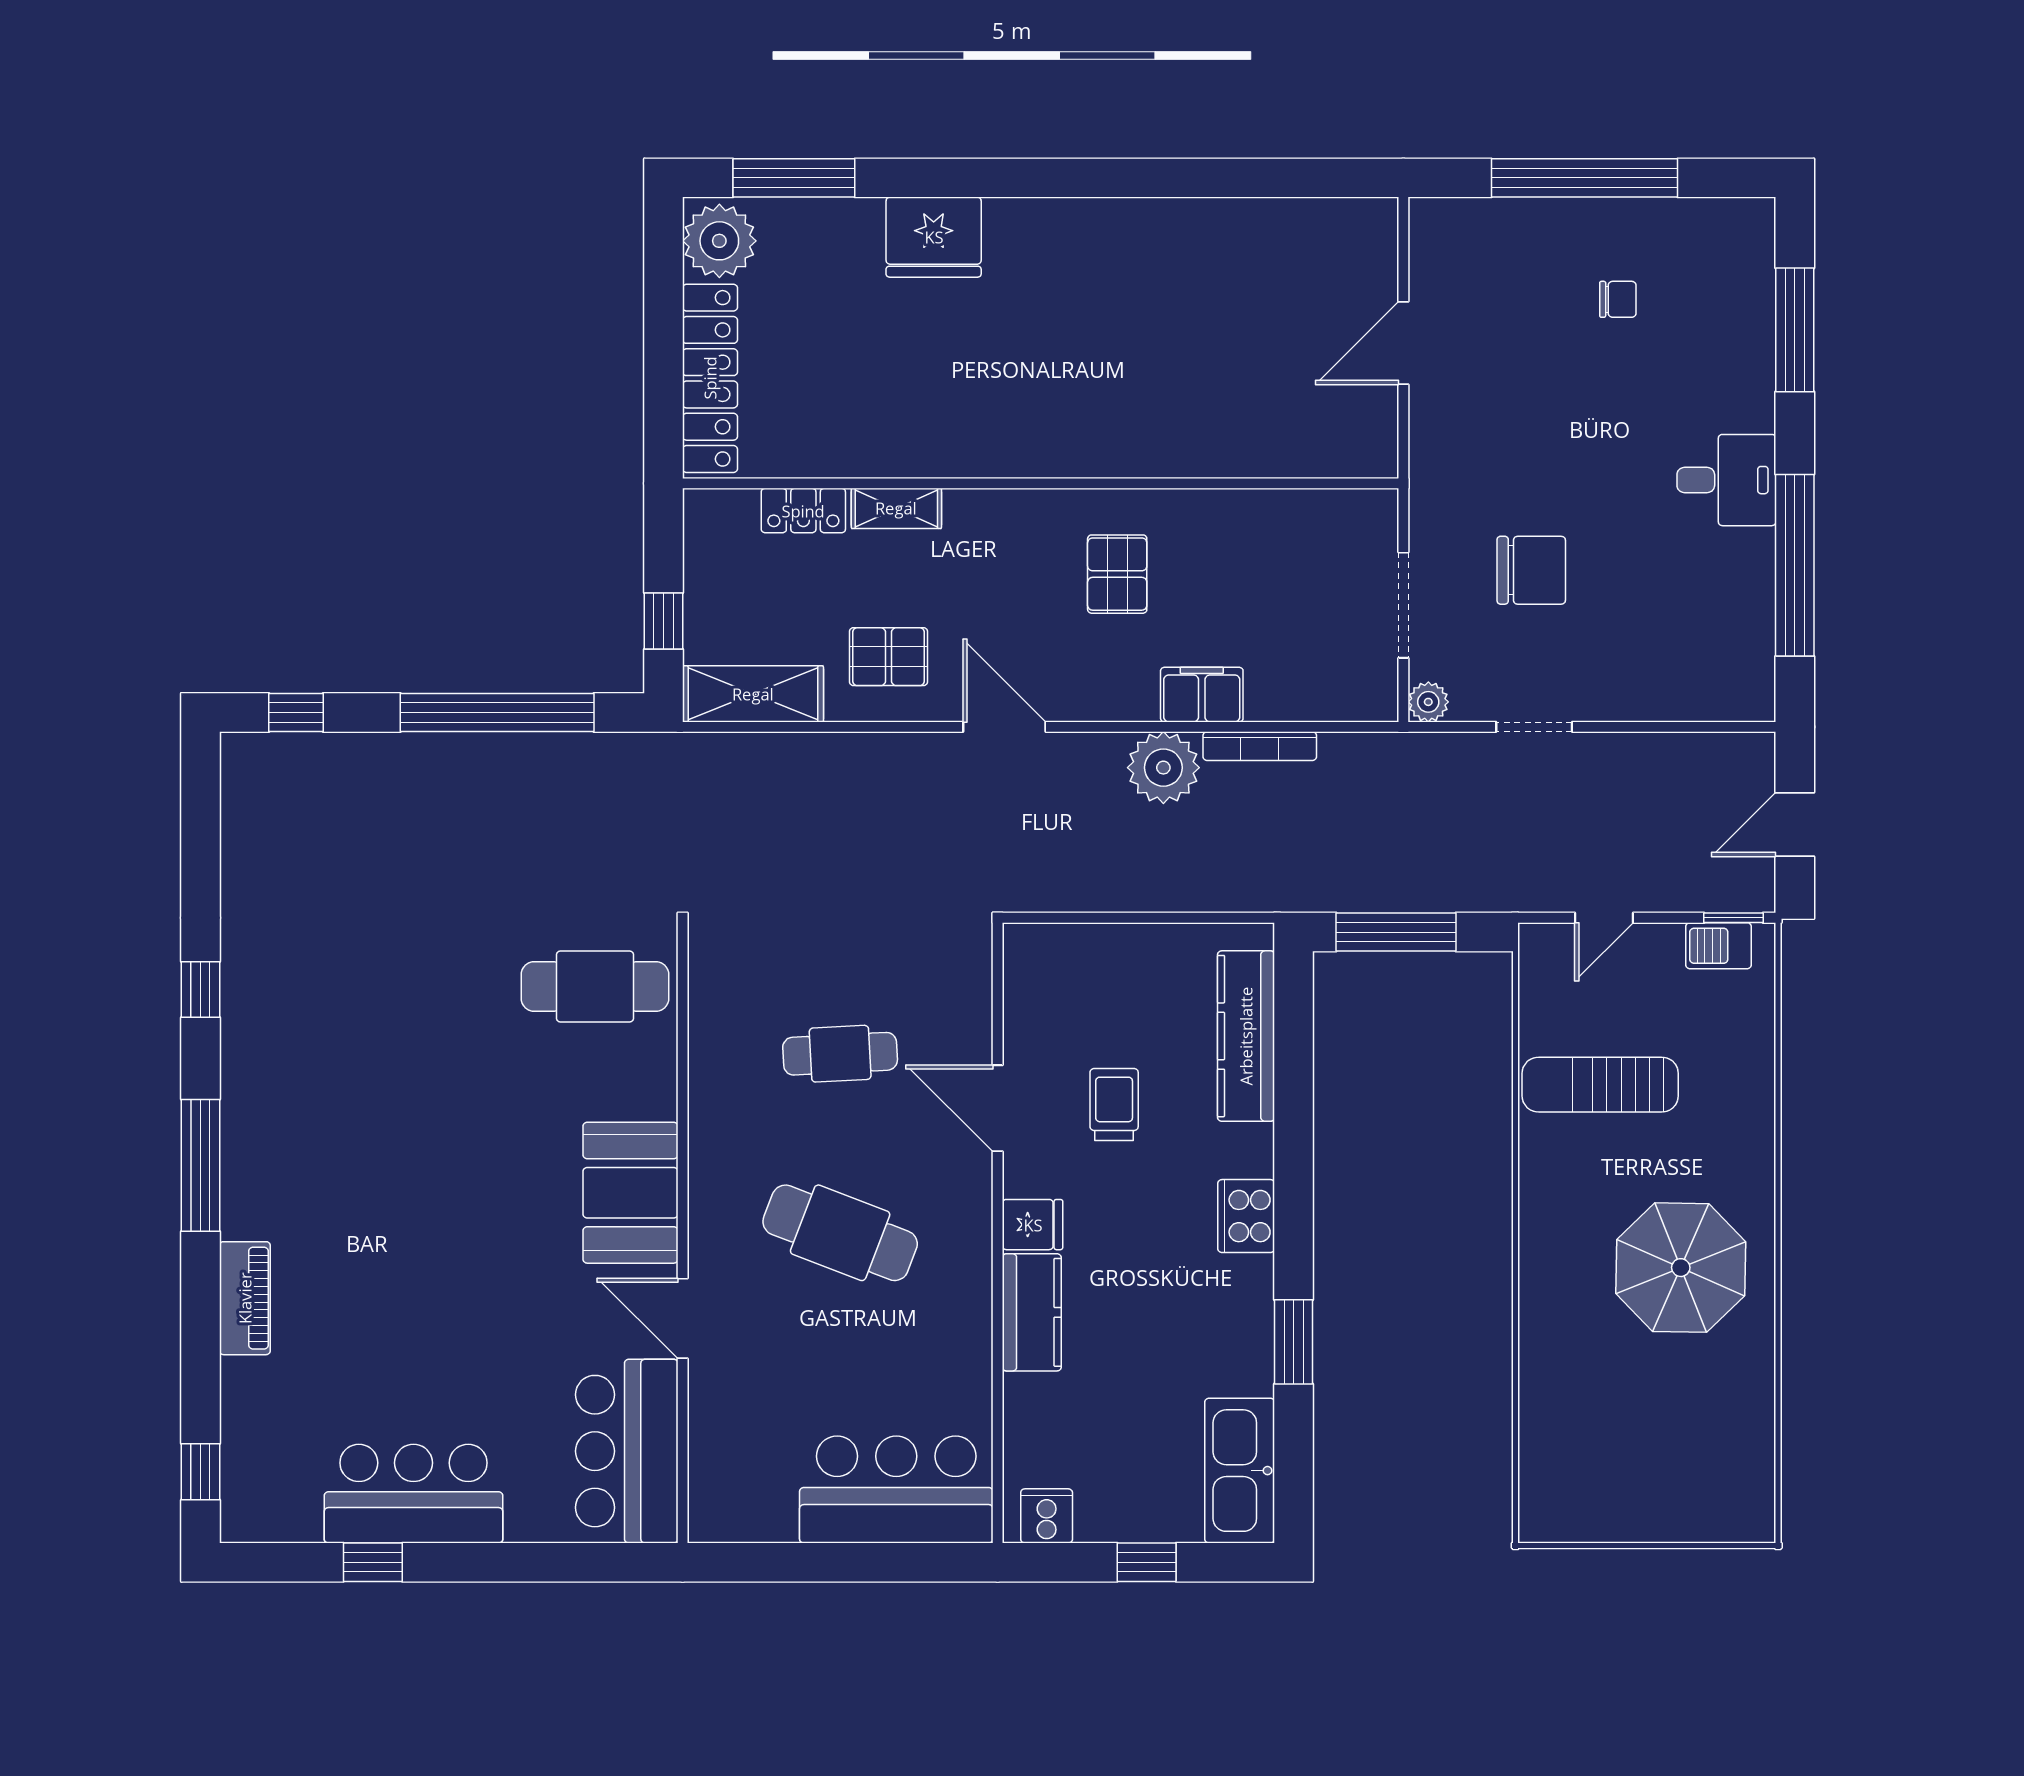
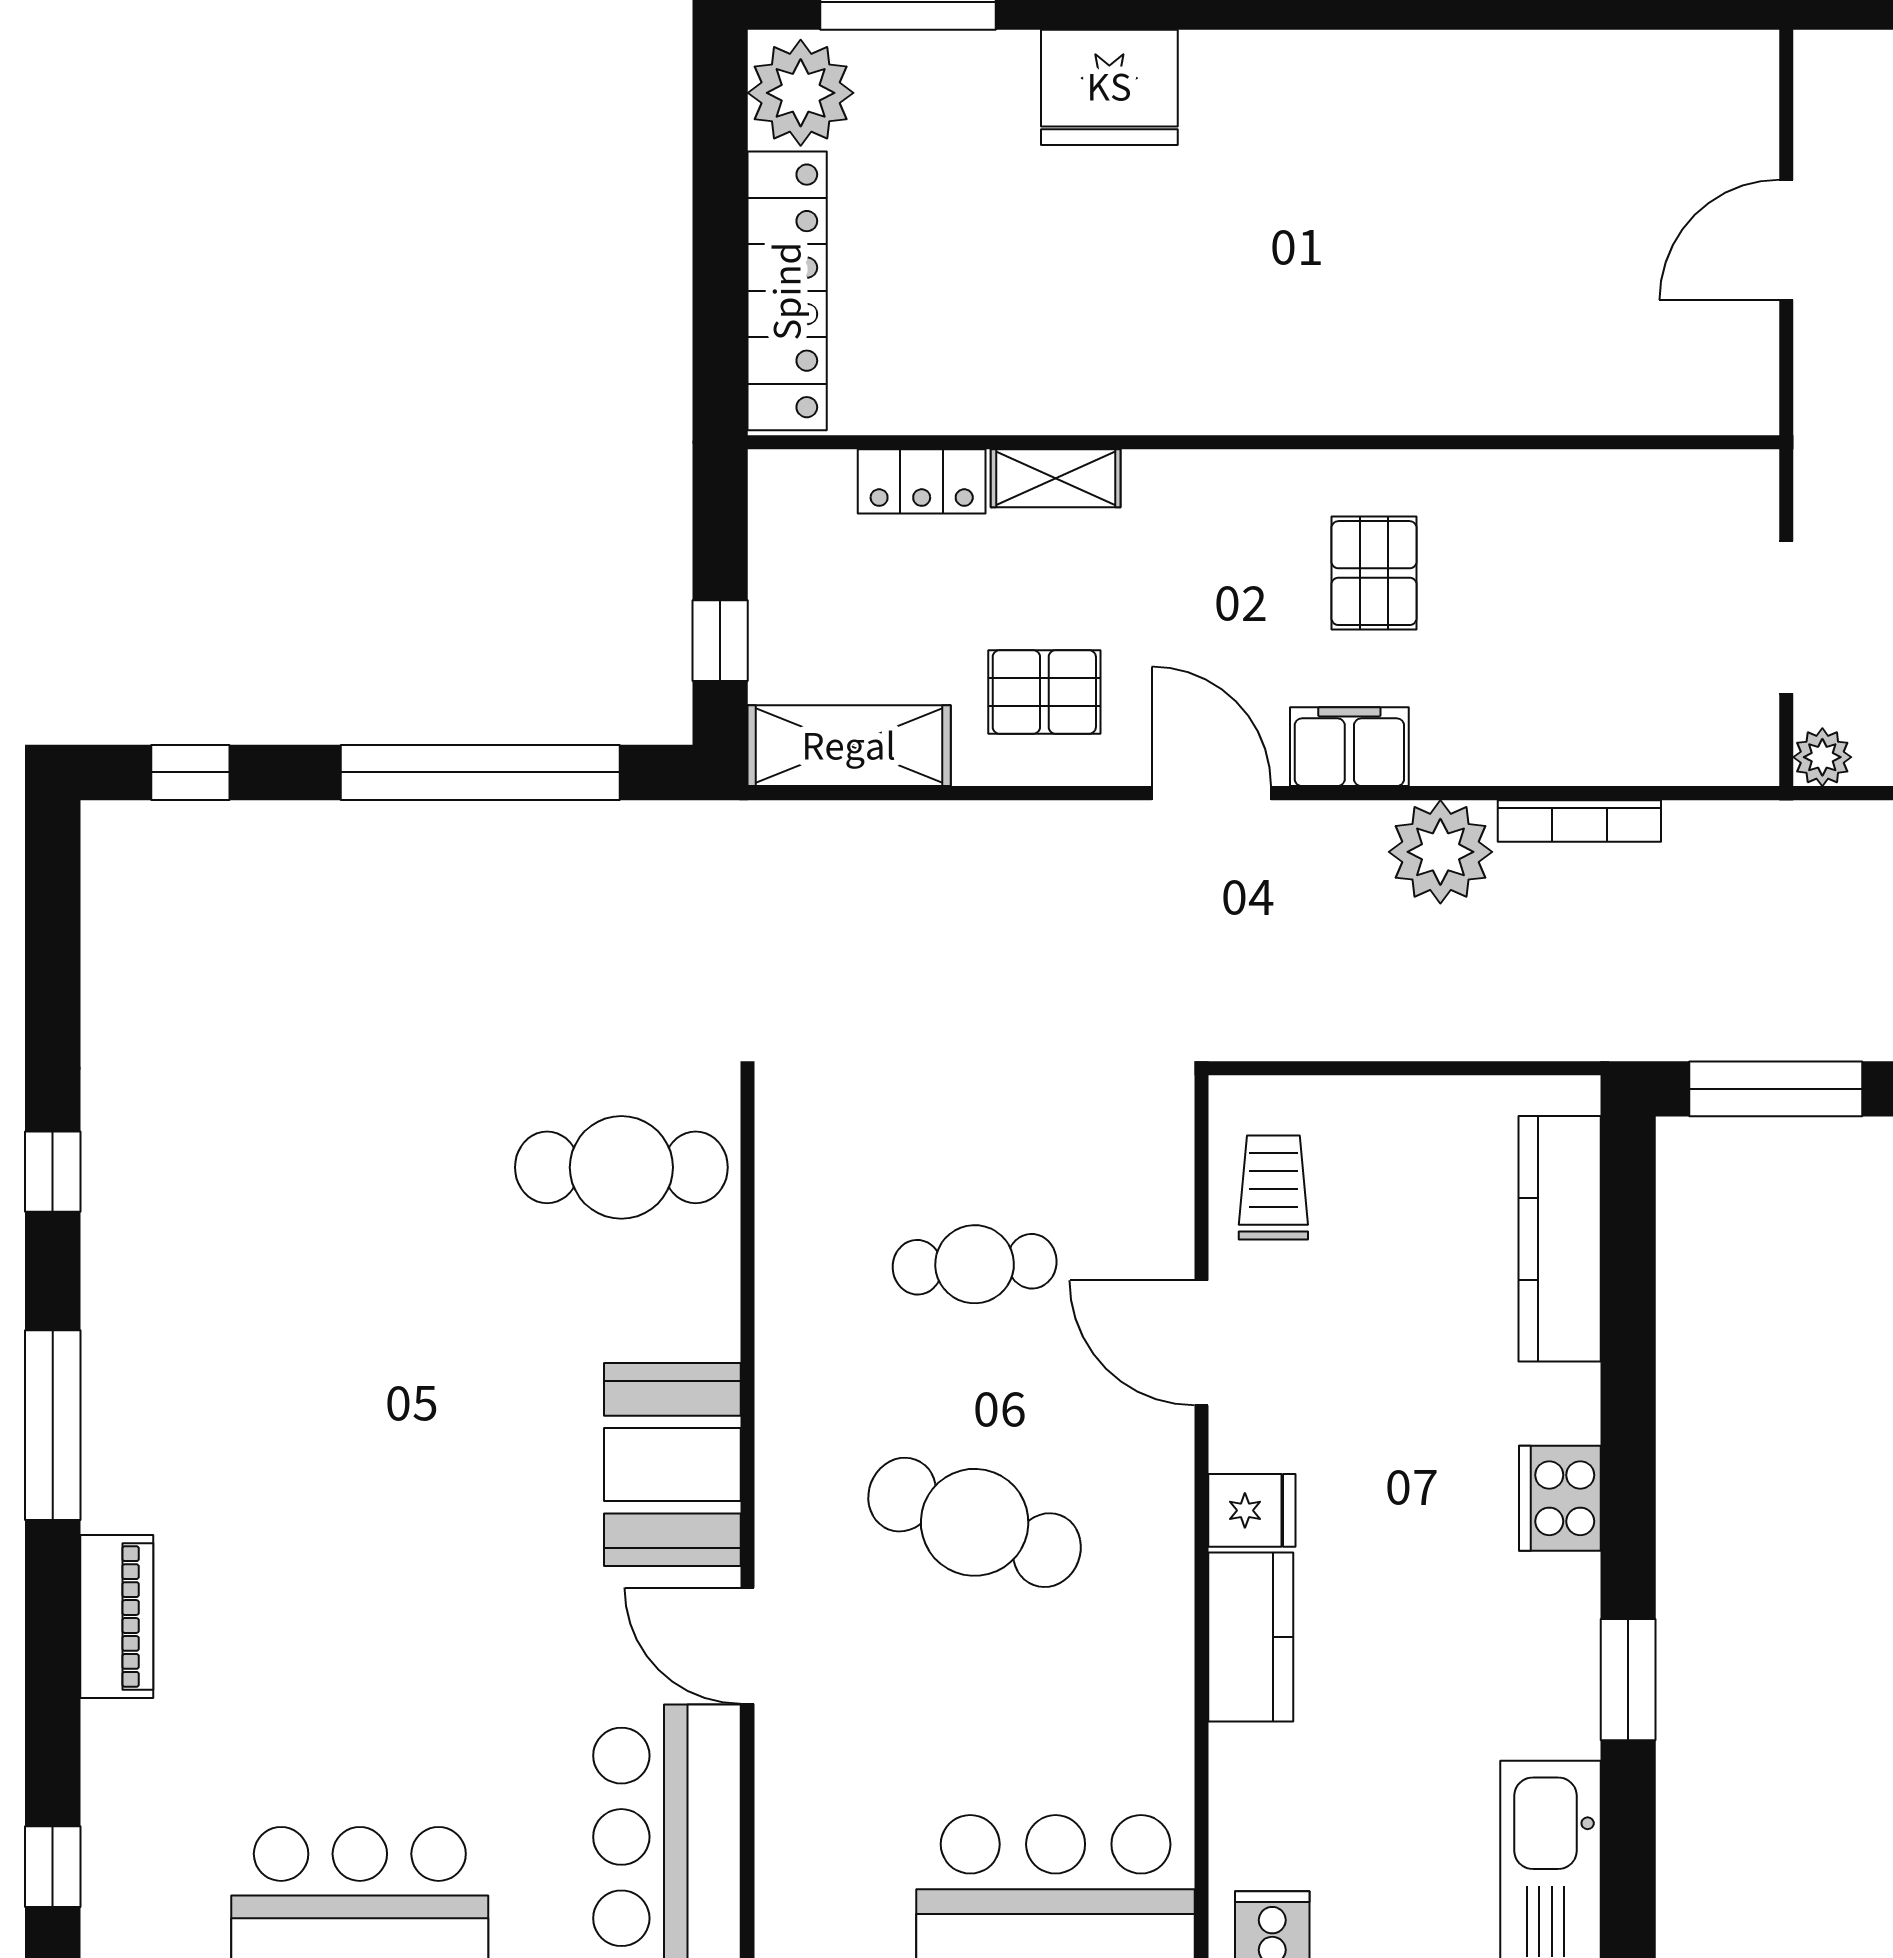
filing cabinet: (1202, 695) -> (1349, 747), moved
trolley: (1114, 1105) -> (1273, 1187), moved

